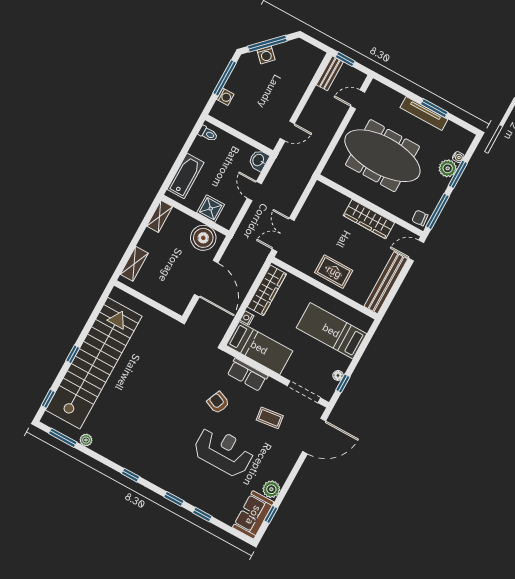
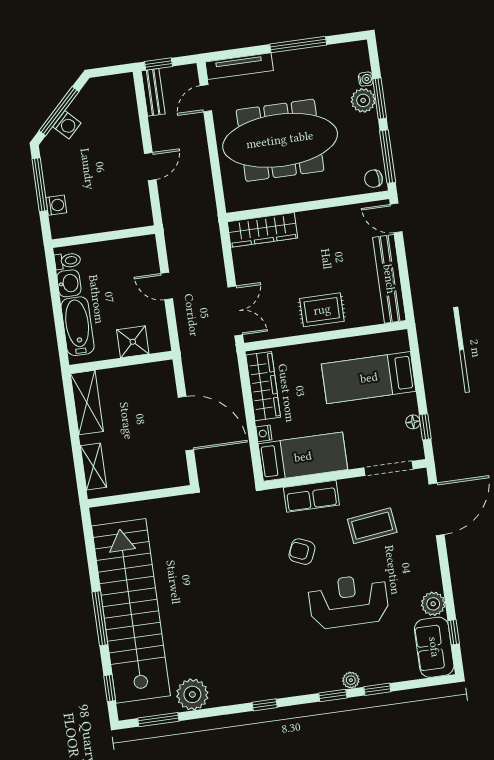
window: (434, 108) -> (298, 45), width x1.44
tv unit: (424, 113) -> (239, 66), moved
door: (287, 131) -> (150, 167), moved
washbasin: (259, 160) -> (69, 283), moved, turned 180
shelving: (160, 216) -> (87, 403), width x1.50, depth x1.33
wardrobe: (369, 219) -> (262, 230), moved
double door: (283, 235) -> (235, 311), swing flipped
boiler: (203, 238) -> (149, 380), removed
door: (416, 250) -> (396, 218), hinge flipped
window: (73, 354) -> (100, 618), width x2.17
coffee table: (270, 418) -> (372, 526), width x1.36, depth x1.30
plant: (86, 440) -> (192, 694), width x1.88, depth x1.88
plant: (191, 498) -> (351, 680), added

